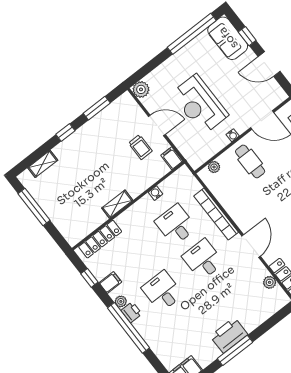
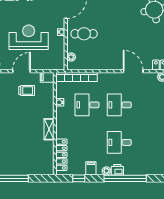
reception desk: (200, 104) -> (29, 37), turned 180
bookcase: (216, 214) -> (76, 77), moved

